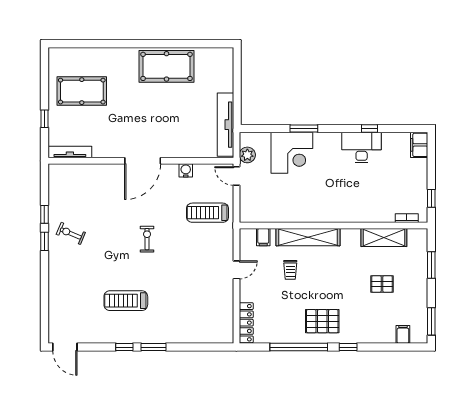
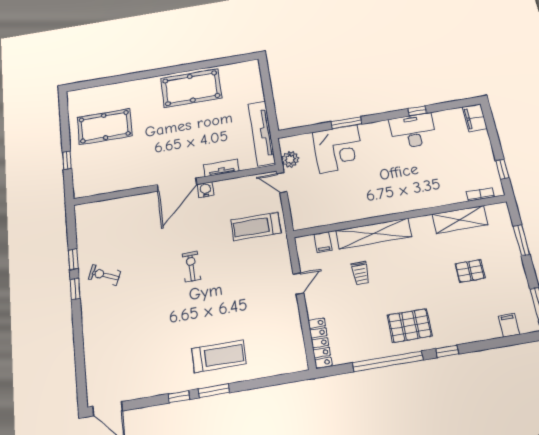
tv unit: (70, 152) -> (221, 168), moved, width x0.71
water cooler: (186, 170) -> (206, 190), moved
treadmill: (126, 301) -> (219, 356), moved, turned 180

